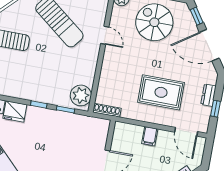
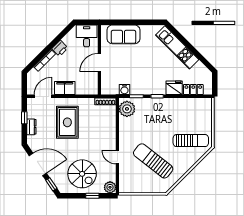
rug: (161, 92) -> (67, 122), turned 90
water cooler: (79, 121) -> (124, 90), added
door: (186, 132) -> (43, 96), hinge flipped
filing cabinet: (150, 136) -> (65, 88), width x2.00

